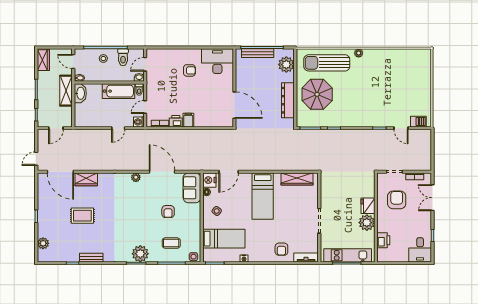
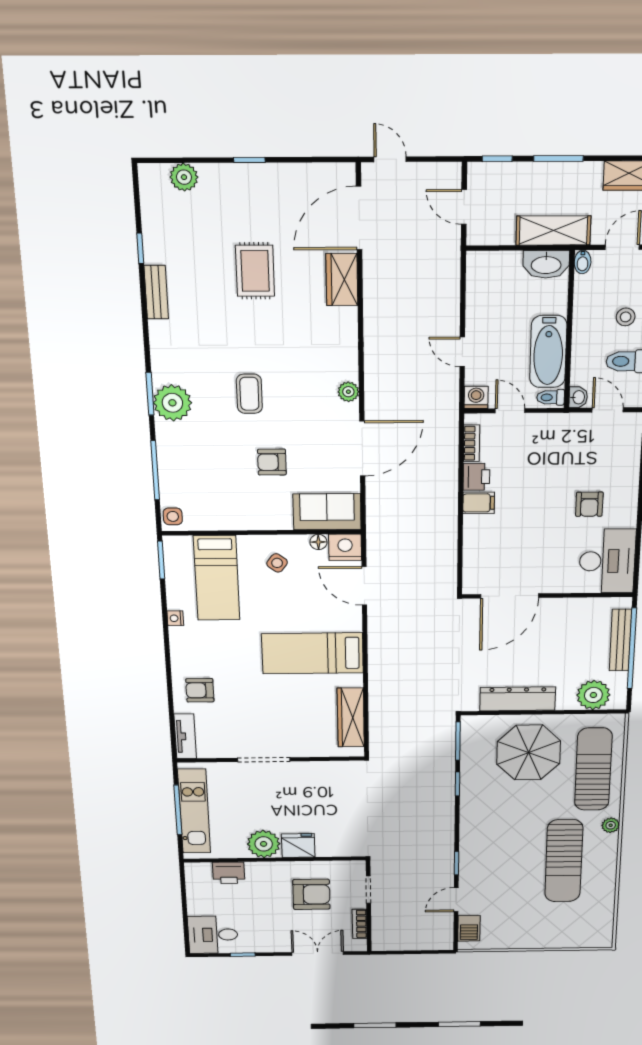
sun lounger: (379, 75) -> (564, 861), added
coffee table: (171, 243) -> (249, 394), moved

